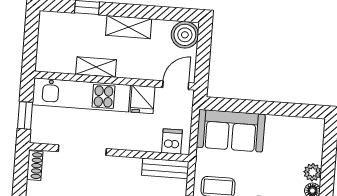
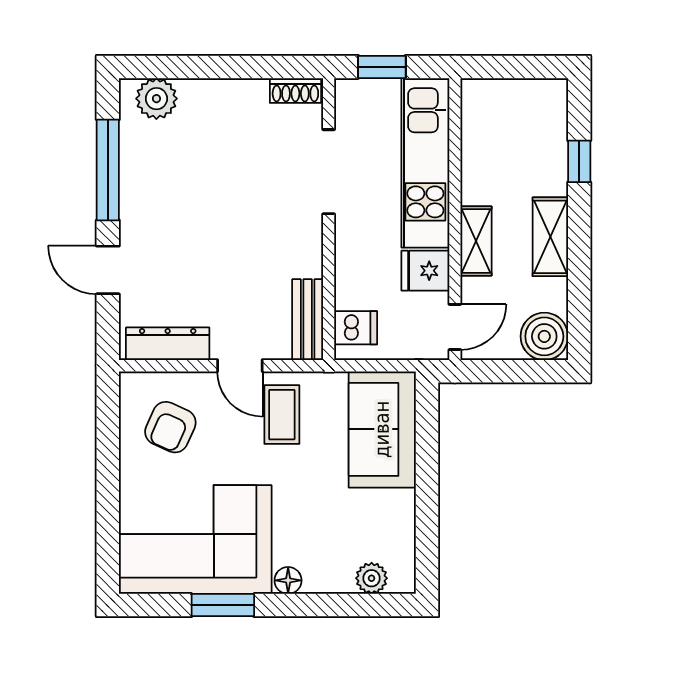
shelving: (96, 67) -> (476, 241), moved
door: (176, 85) -> (455, 327), hinge flipped
plant: (313, 172) -> (372, 578), moved

